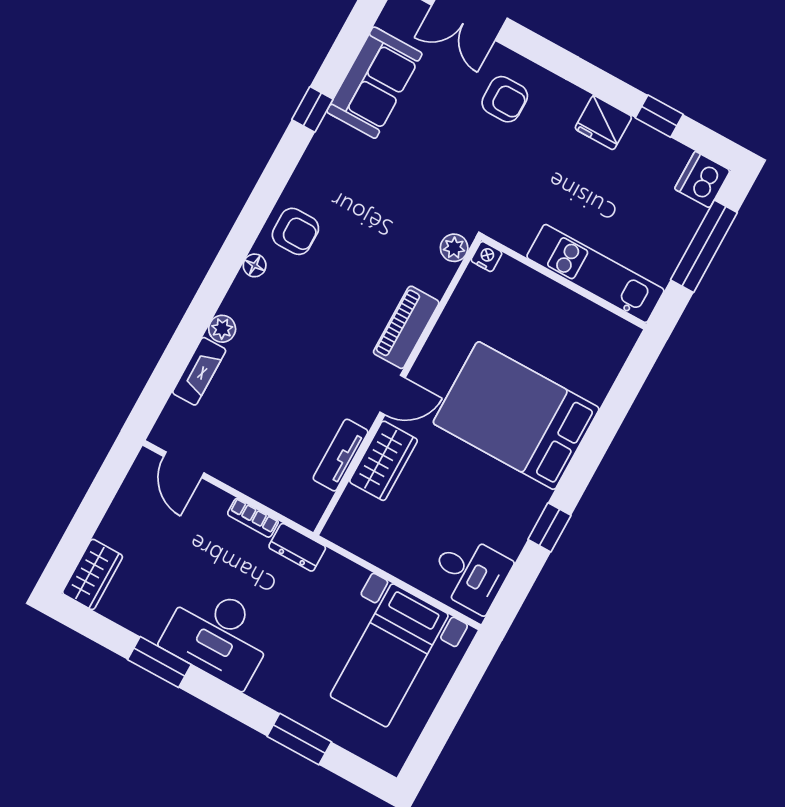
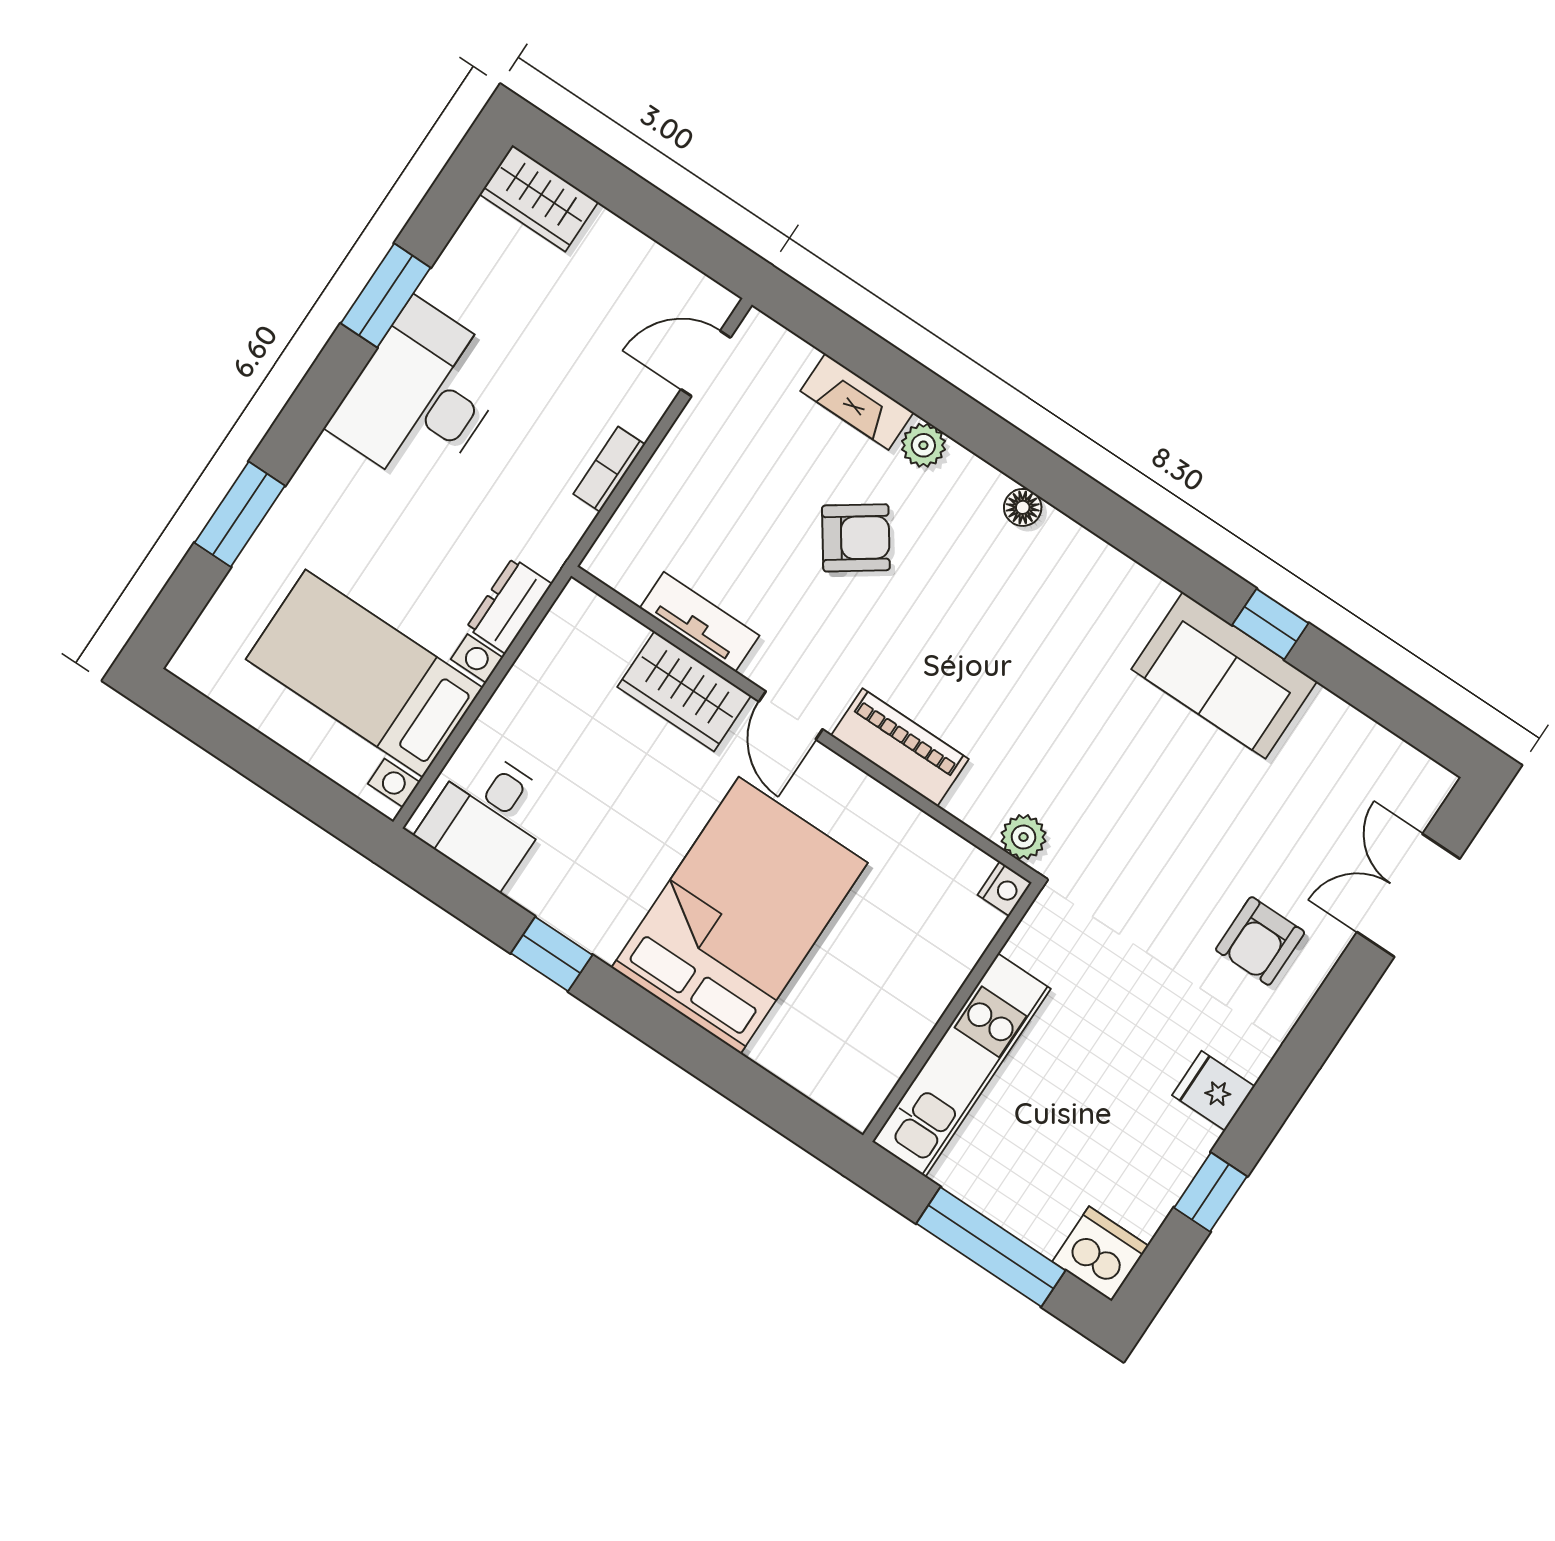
sofa: (374, 83) -> (1224, 675), moved
fridge: (603, 123) -> (1213, 1091), width x0.72
armchair: (295, 231) -> (856, 538), moved, turned -125
dresser: (297, 547) -> (509, 606), moved

